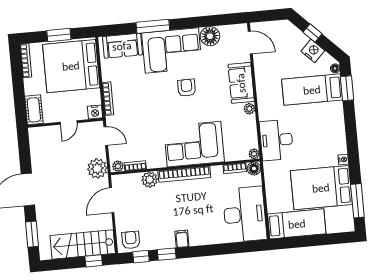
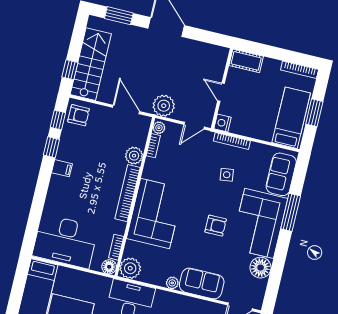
bed: (71, 66) -> (291, 118), width x0.49
side table: (139, 93) -> (227, 175), added
plant: (254, 154) -> (130, 268), width x1.88, depth x1.88

